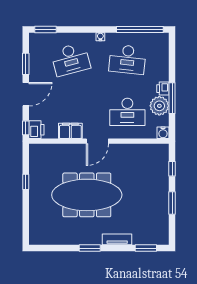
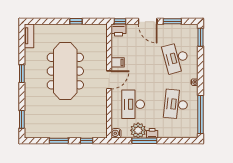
filing cabinet: (70, 131) -> (118, 62), width x0.50
door: (97, 141) -> (109, 80), swing flipped
tv unit: (117, 239) -> (29, 36), moved

